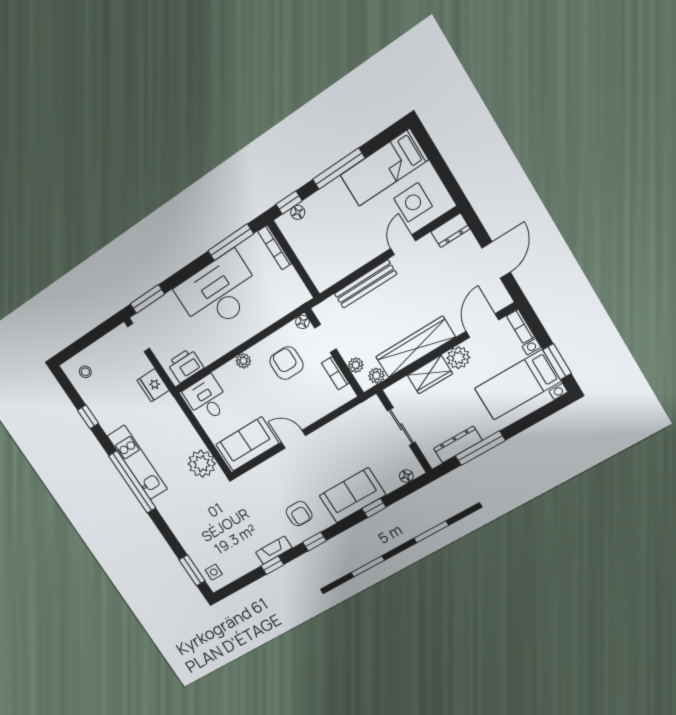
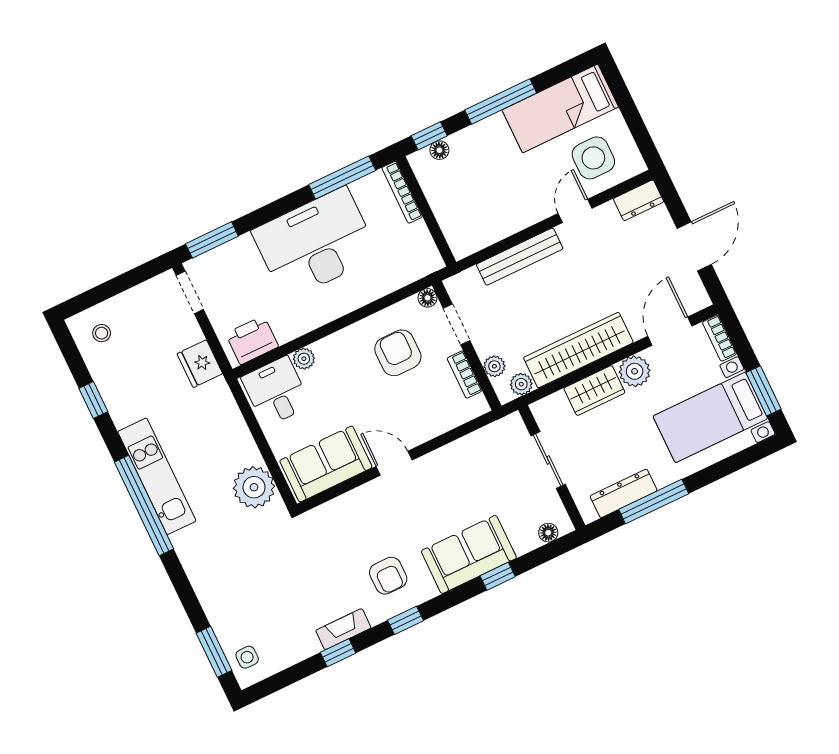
plant: (243, 361) -> (304, 359), moved

